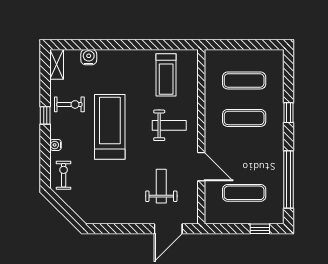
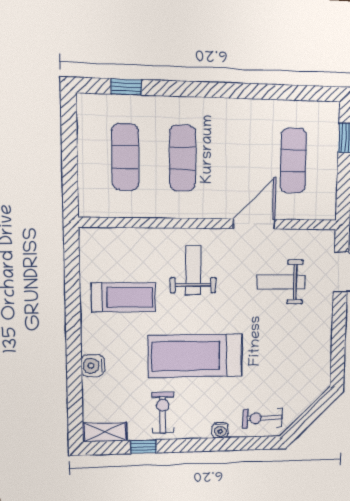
water cooler: (89, 57) -> (93, 366), moved
treadmill: (166, 75) -> (124, 297), moved
window: (289, 113) -> (126, 87), moved
window: (45, 115) -> (144, 447), moved
window: (289, 180) -> (275, 92), removed

